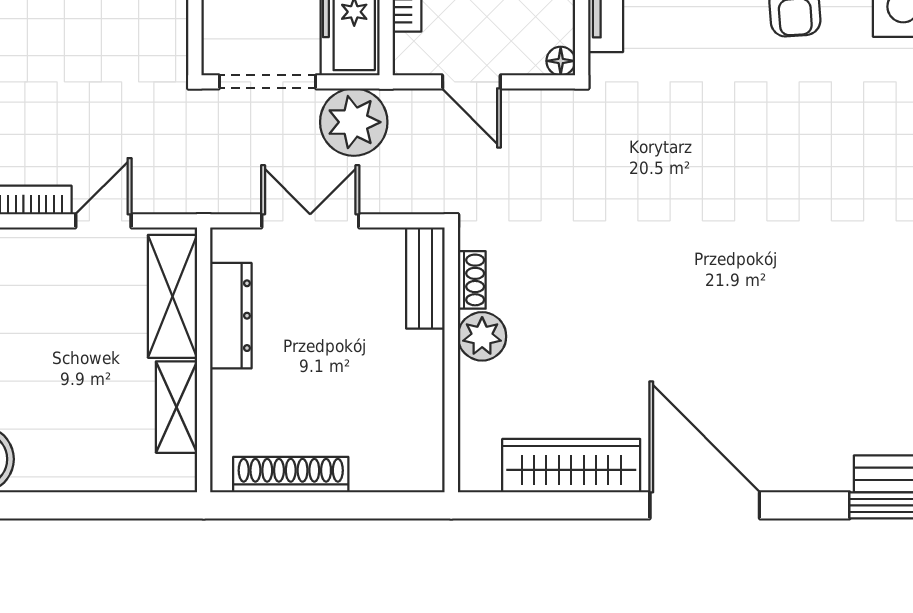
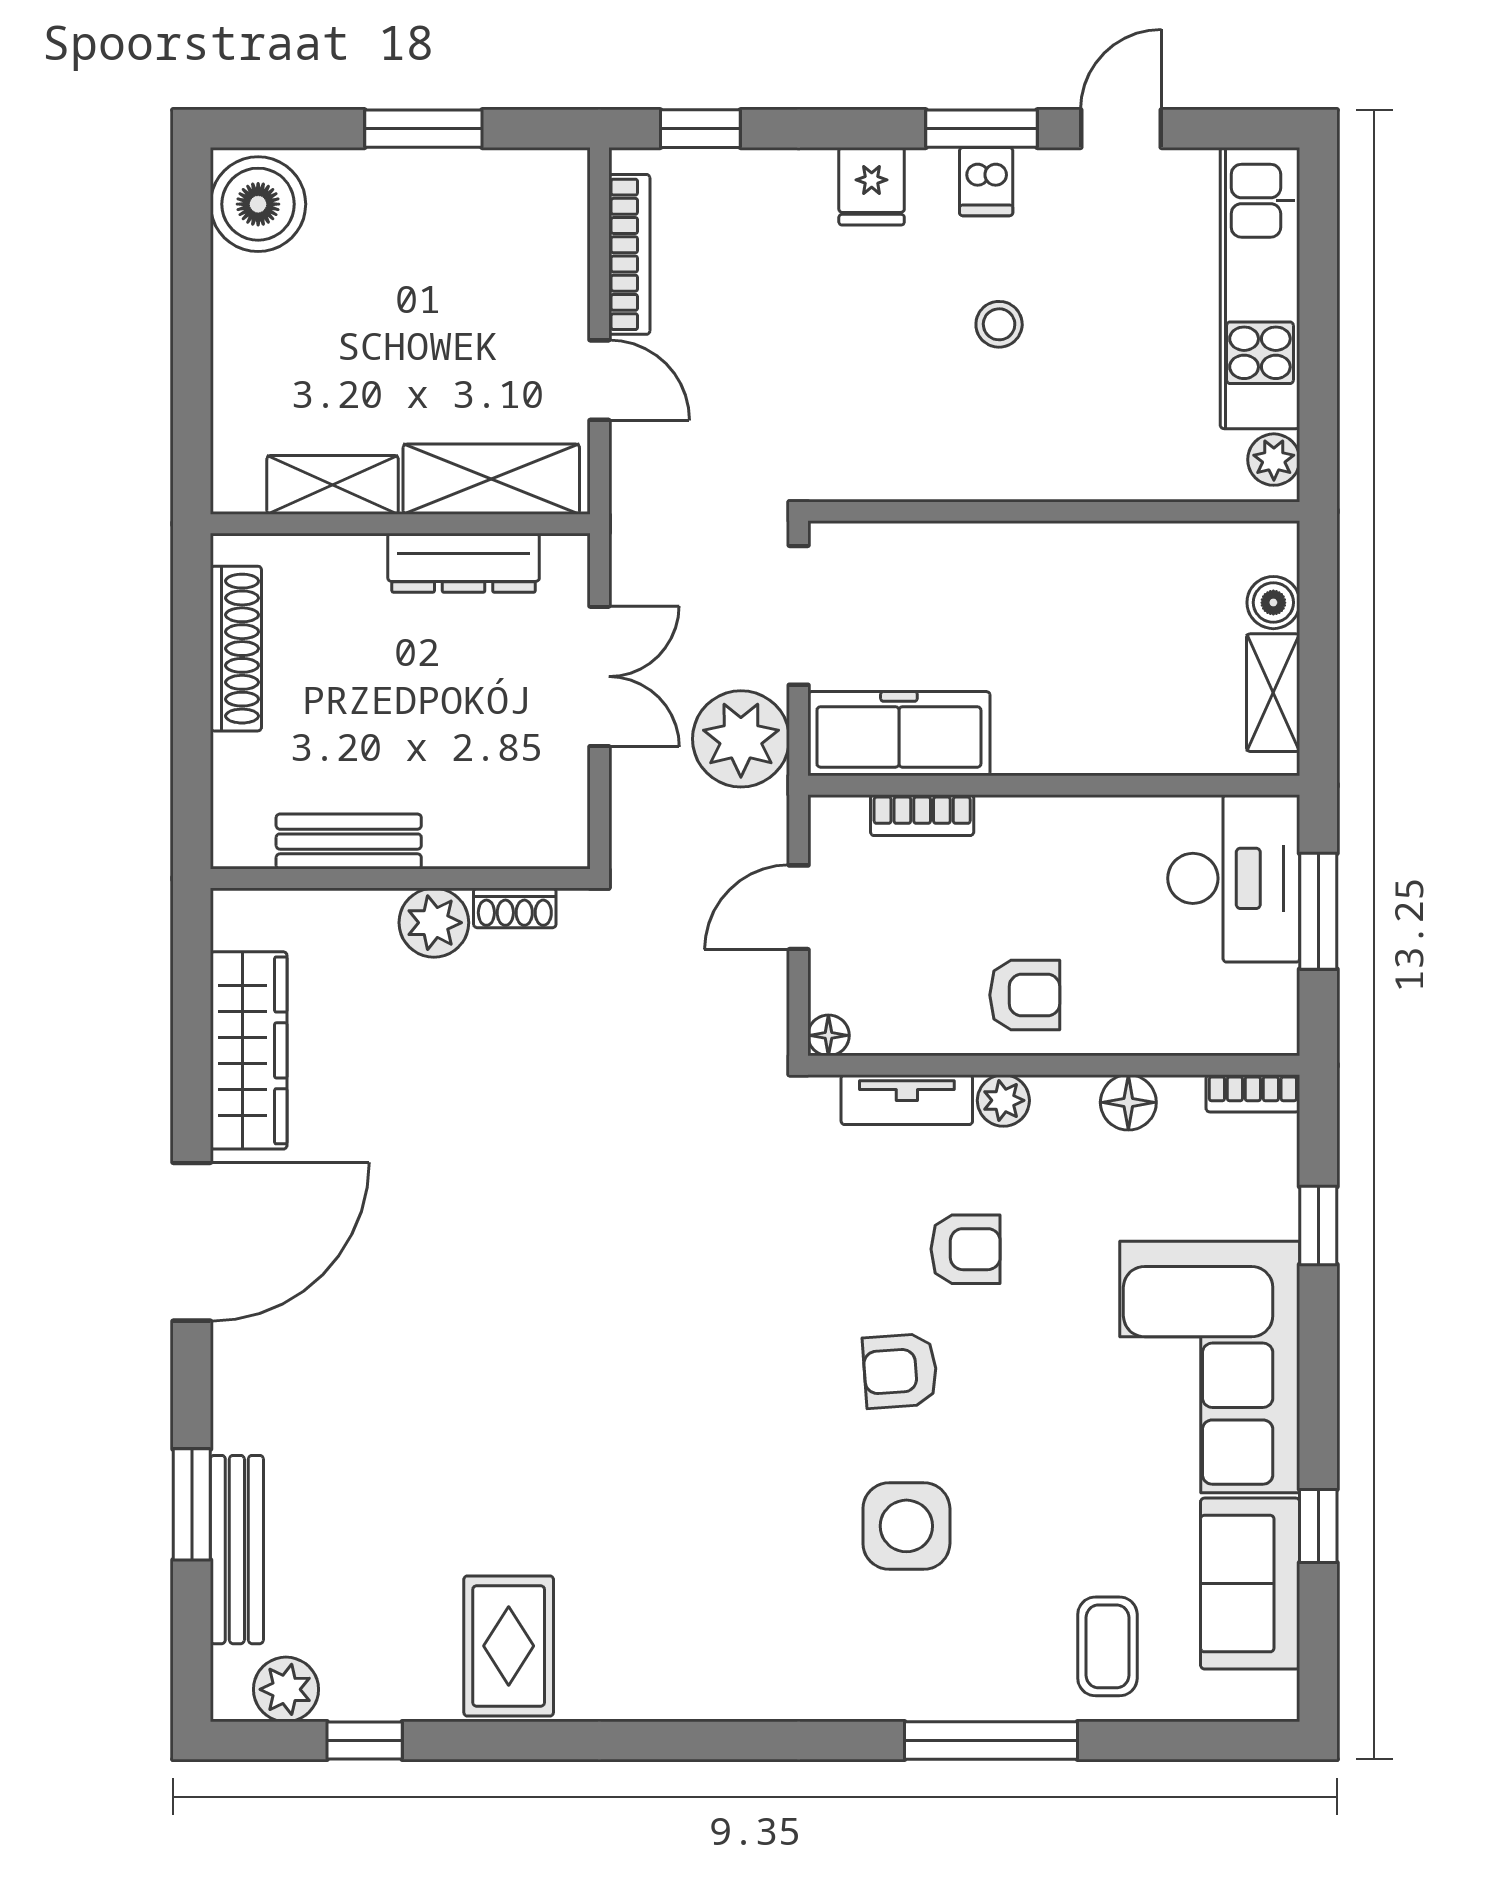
bench: (425, 278) -> (349, 842), moved

